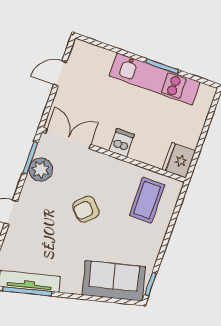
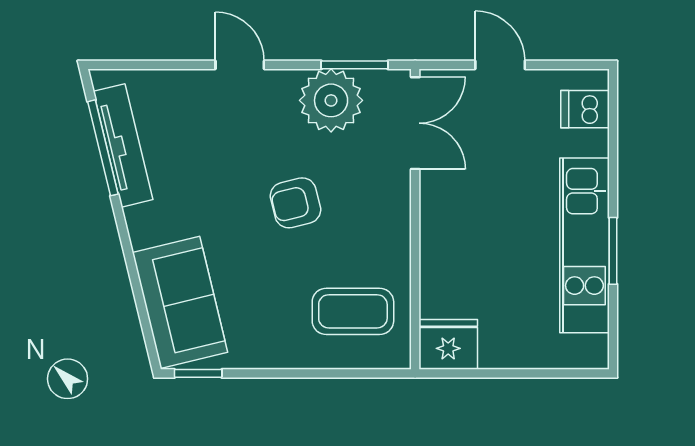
door: (60, 73) -> (500, 65), moved
dishwasher: (122, 143) -> (585, 109), moved, turned 180
plant: (41, 170) -> (331, 100), width x1.36, depth x1.36
armchair: (86, 209) -> (295, 203), turned -60

